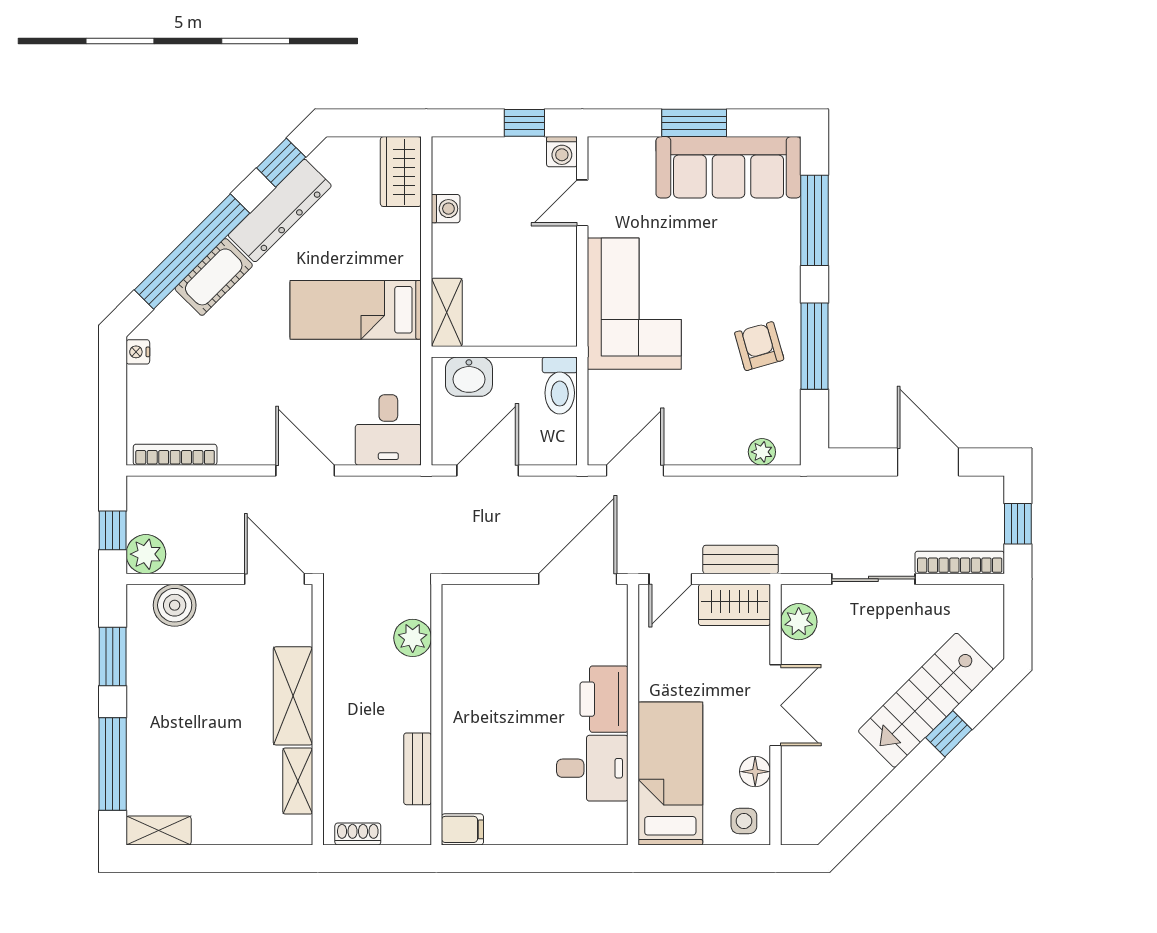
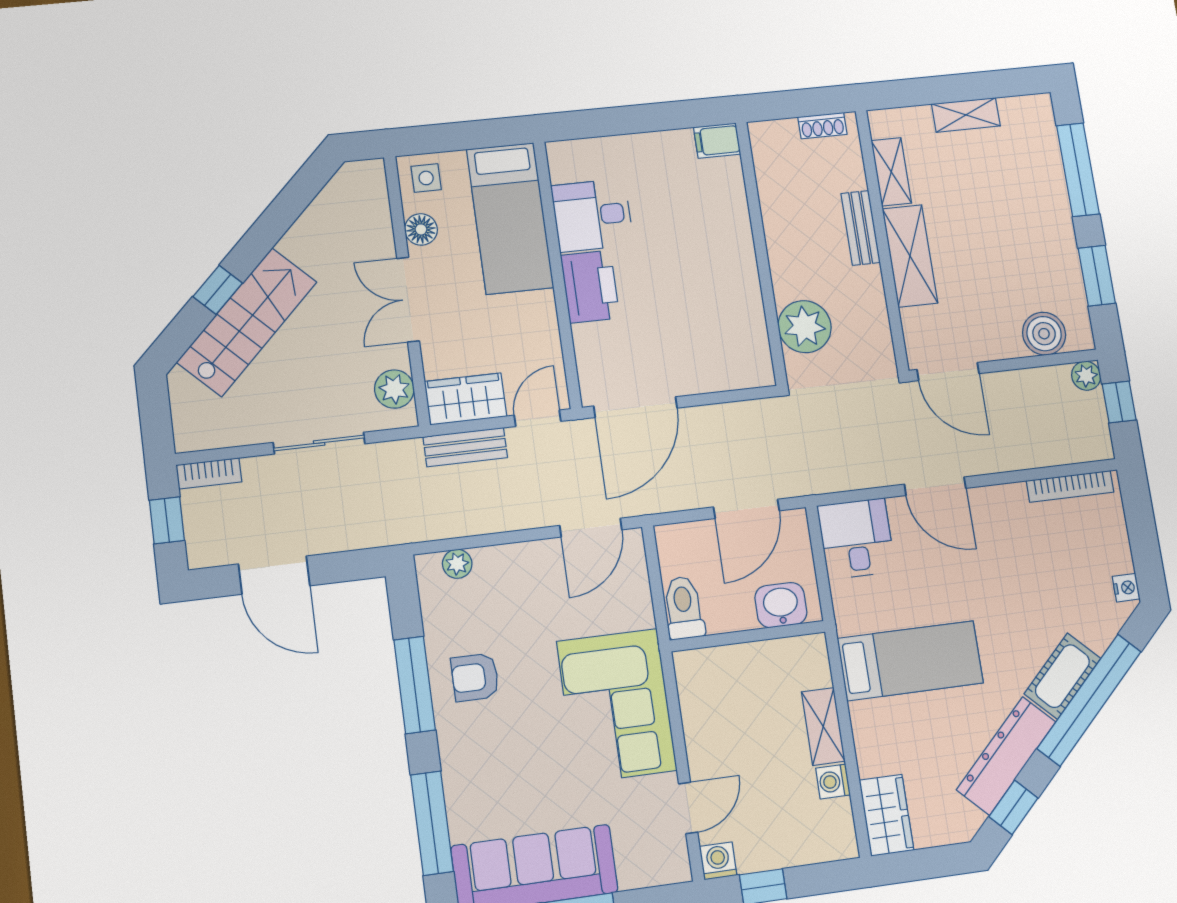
shelving: (447, 312) -> (823, 726), moved
armchair: (759, 346) -> (475, 677), turned 106
plant: (146, 554) -> (1086, 376), width x0.73, depth x0.73
bookcase: (960, 562) -> (209, 473), width x0.64
plant: (413, 638) -> (805, 327), width x1.36, depth x1.36
bench: (418, 769) -> (861, 228), moved
shelving: (159, 831) -> (966, 115), moved

